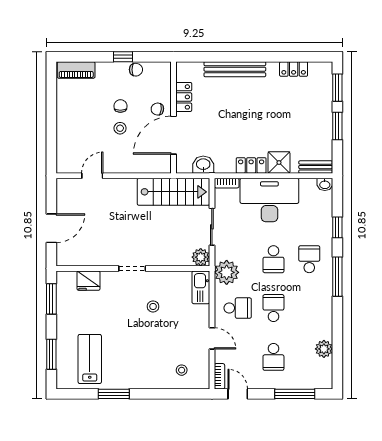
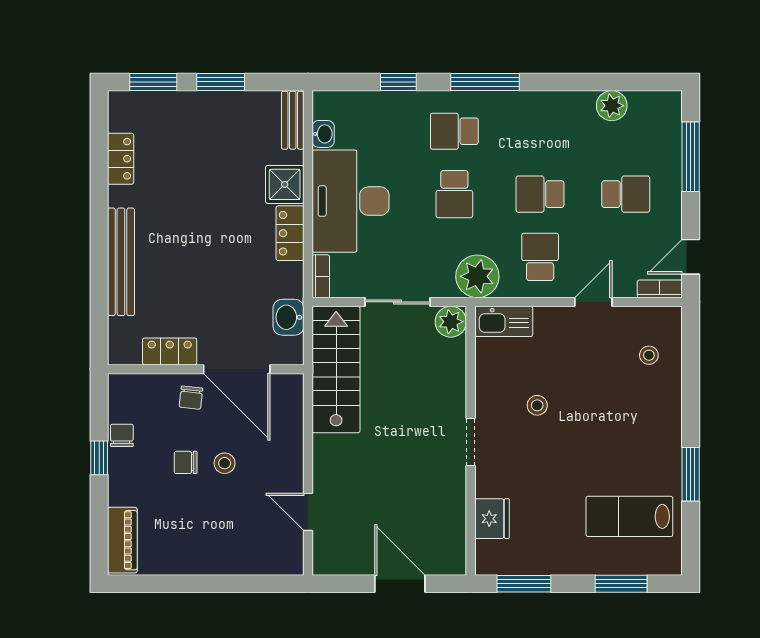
washbasin: (325, 184) -> (323, 134), moved
school desk: (273, 259) -> (454, 194), turned 90

